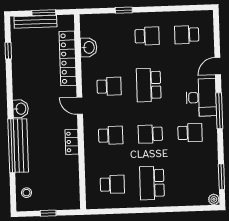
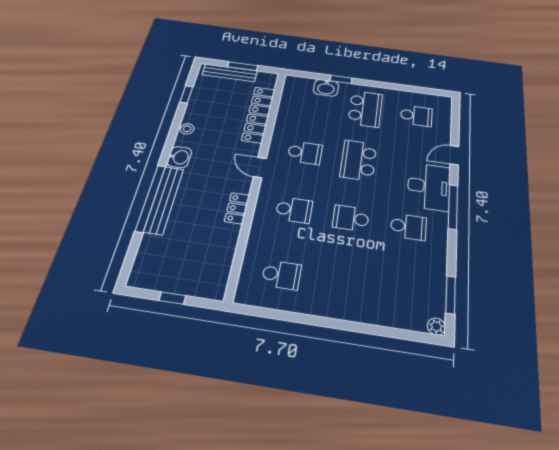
school desk: (187, 35) -> (416, 116), turned 180
school desk: (147, 36) -> (365, 109), width x1.85
washbasin: (89, 47) -> (326, 88), moved, turned 90
school desk: (152, 183) -> (342, 284), removed
stool: (27, 193) -> (187, 129), moved

